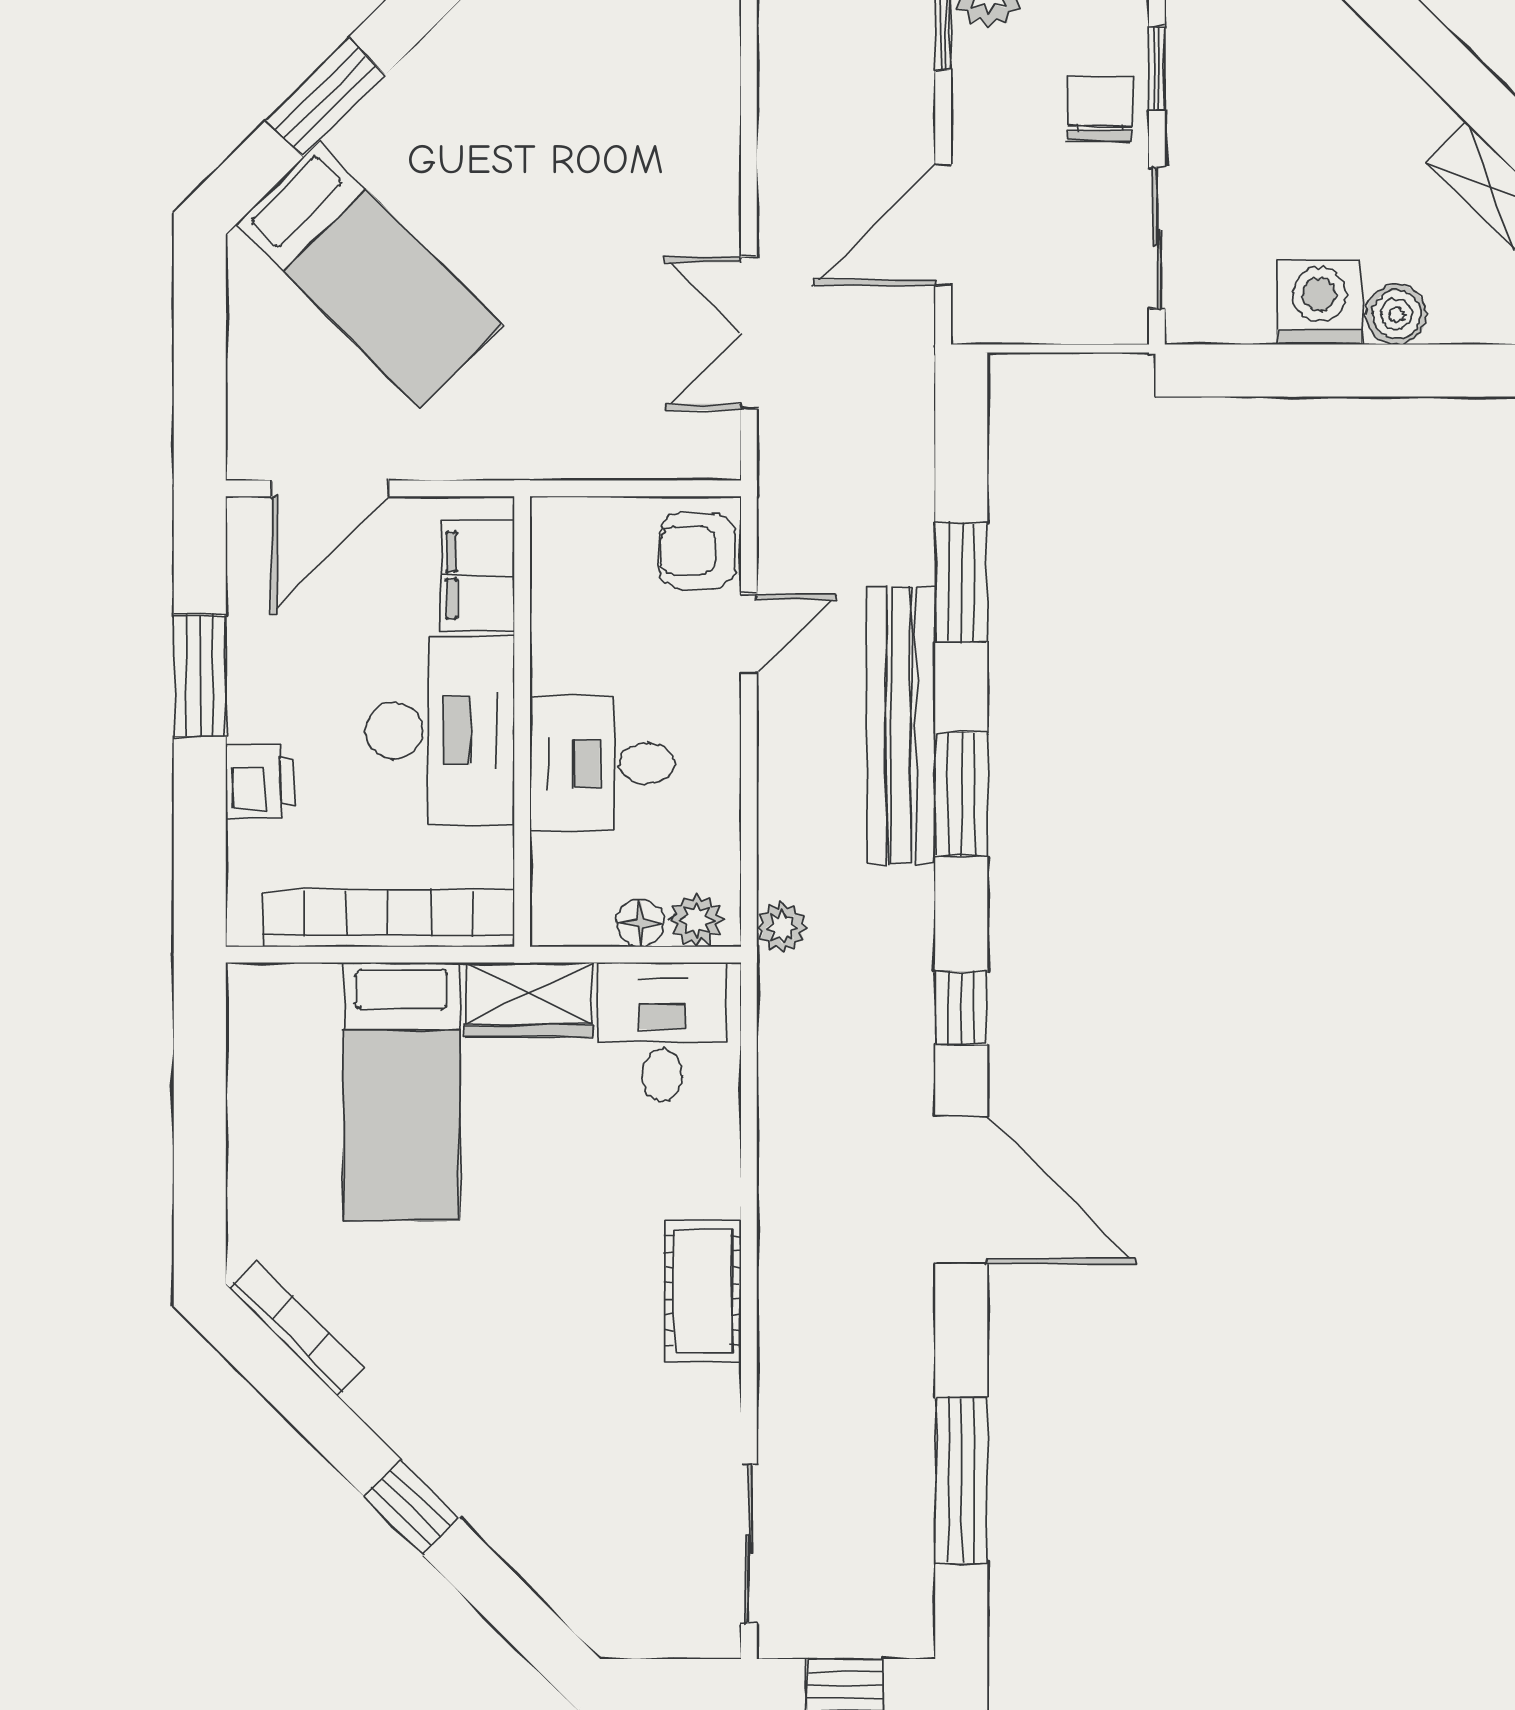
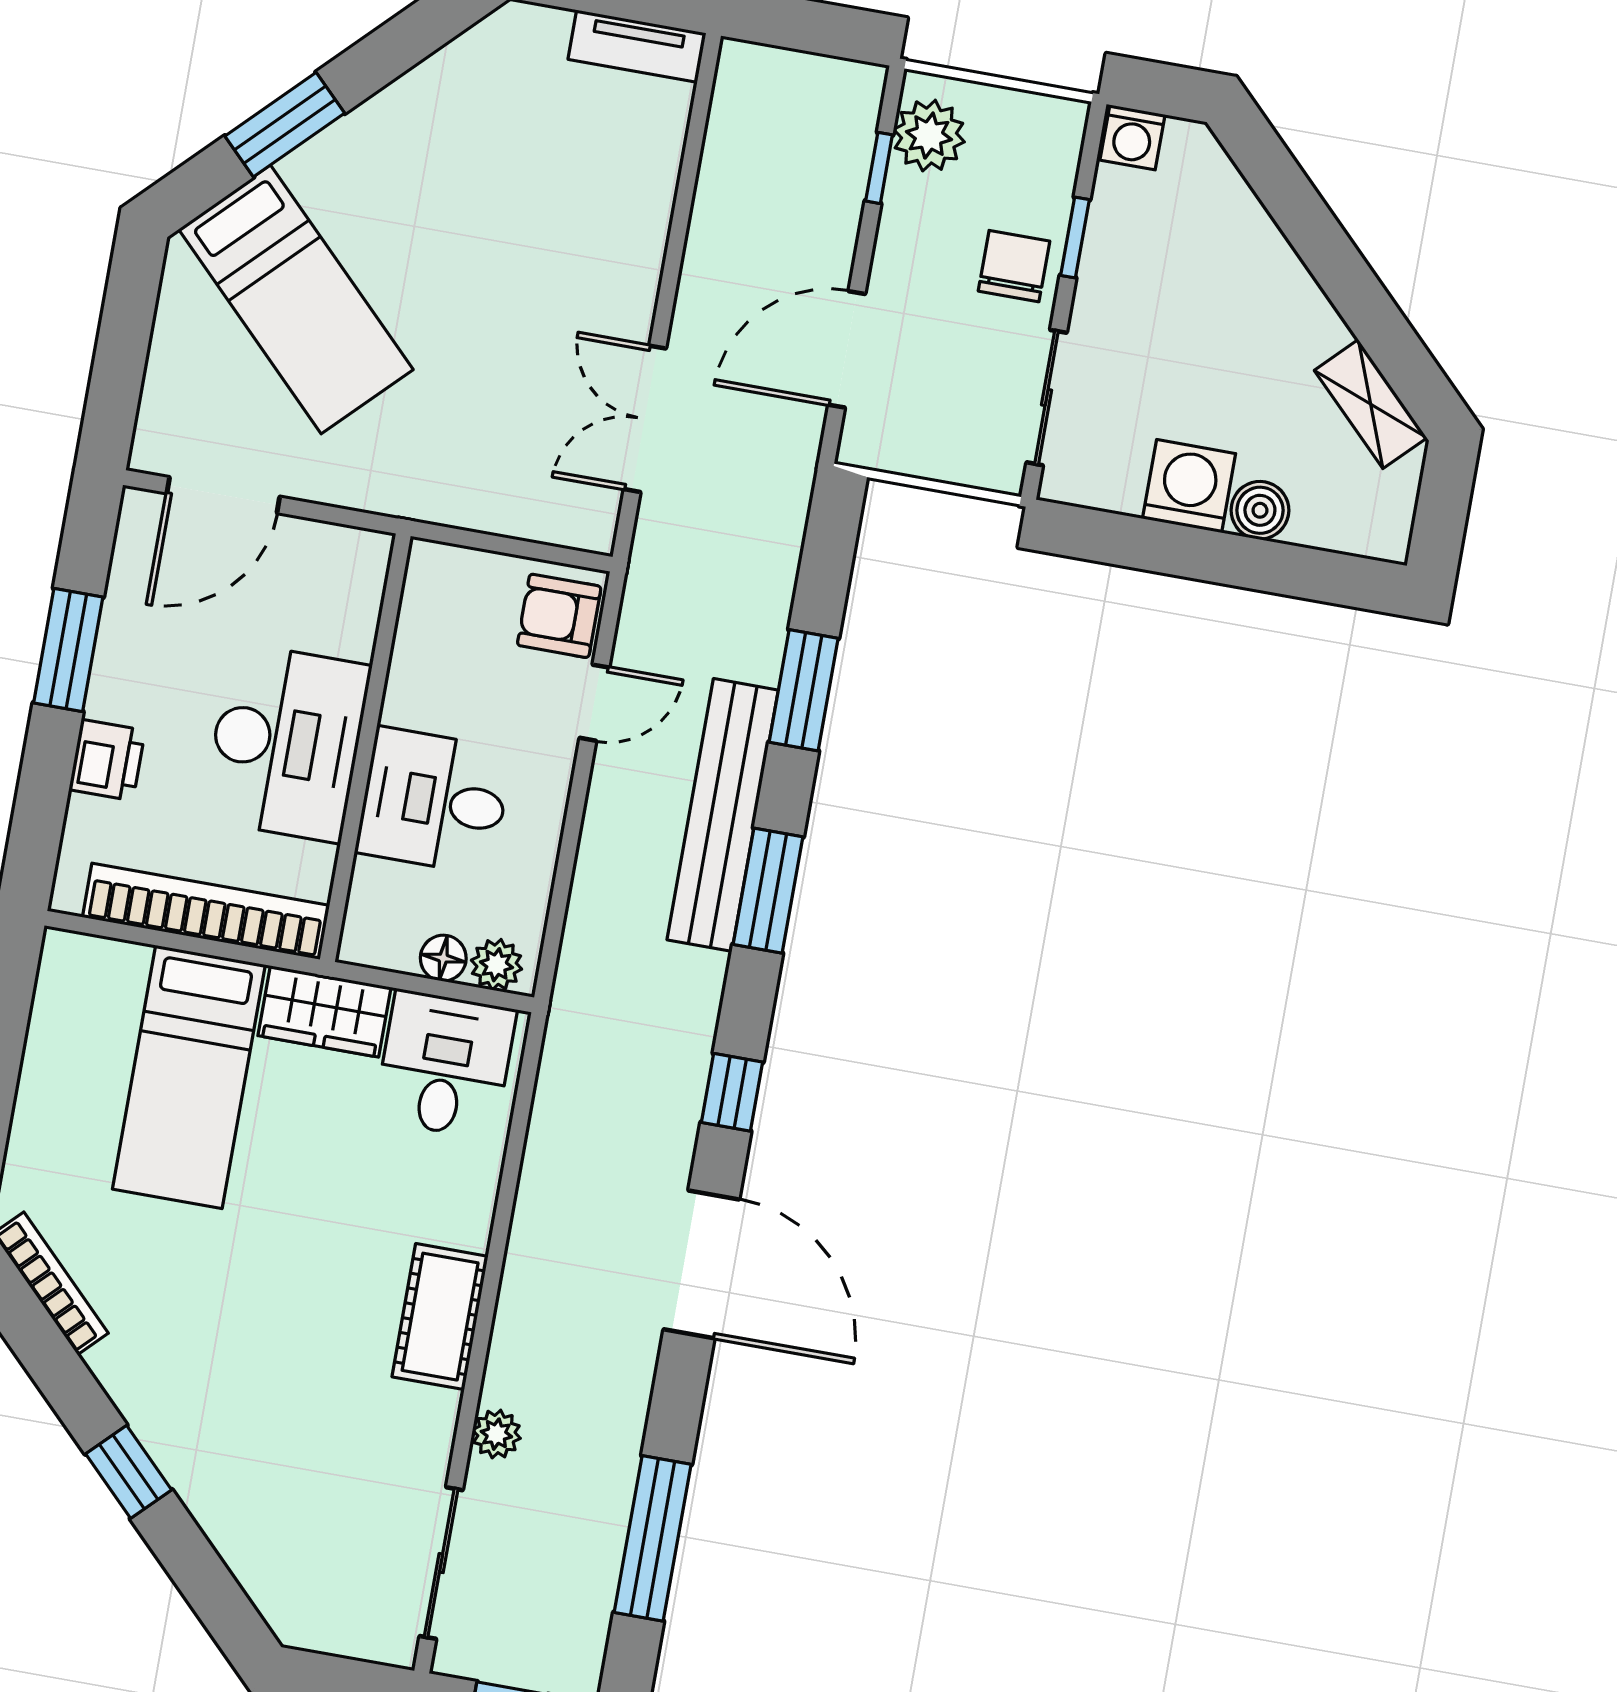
filing cabinet: (477, 575) -> (348, 602), removed
plant: (782, 927) -> (496, 1434), moved

